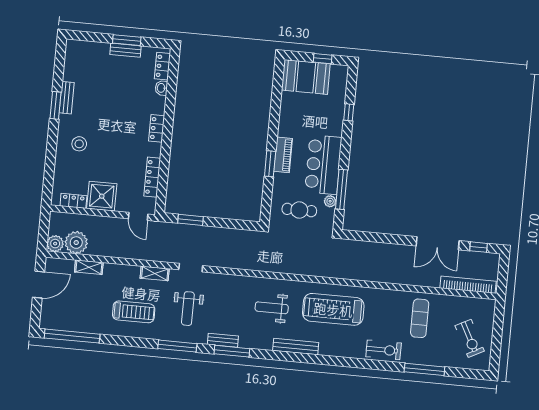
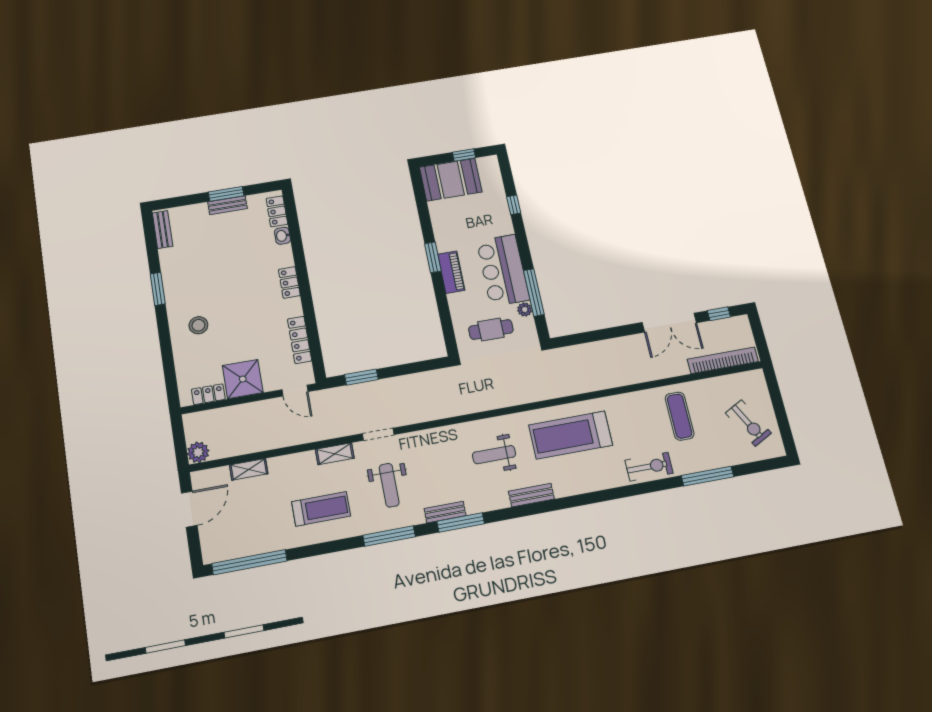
bench: (67, 98) -> (163, 230), moved
window: (270, 164) -> (433, 257), moved
plant: (76, 243) -> (225, 444), removed
bench: (296, 347) -> (531, 495), width x0.73

